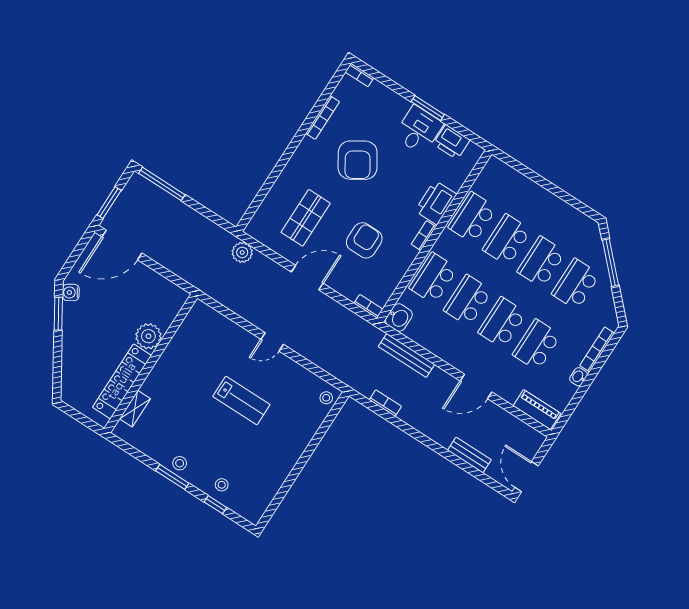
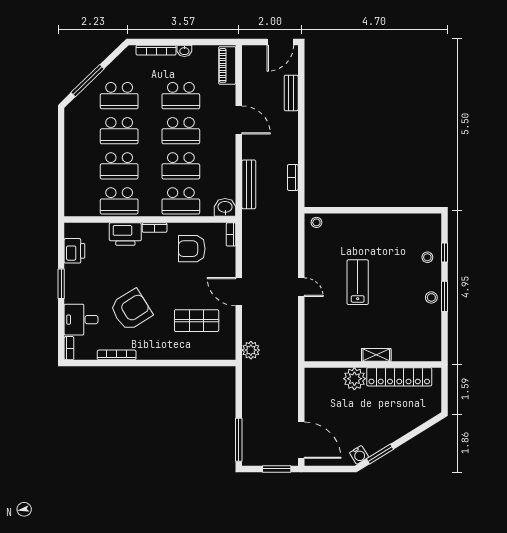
desk: (419, 130) -> (81, 320), moved
armchair: (364, 240) -> (192, 249), moved
shelving: (135, 409) -> (376, 355), moved

